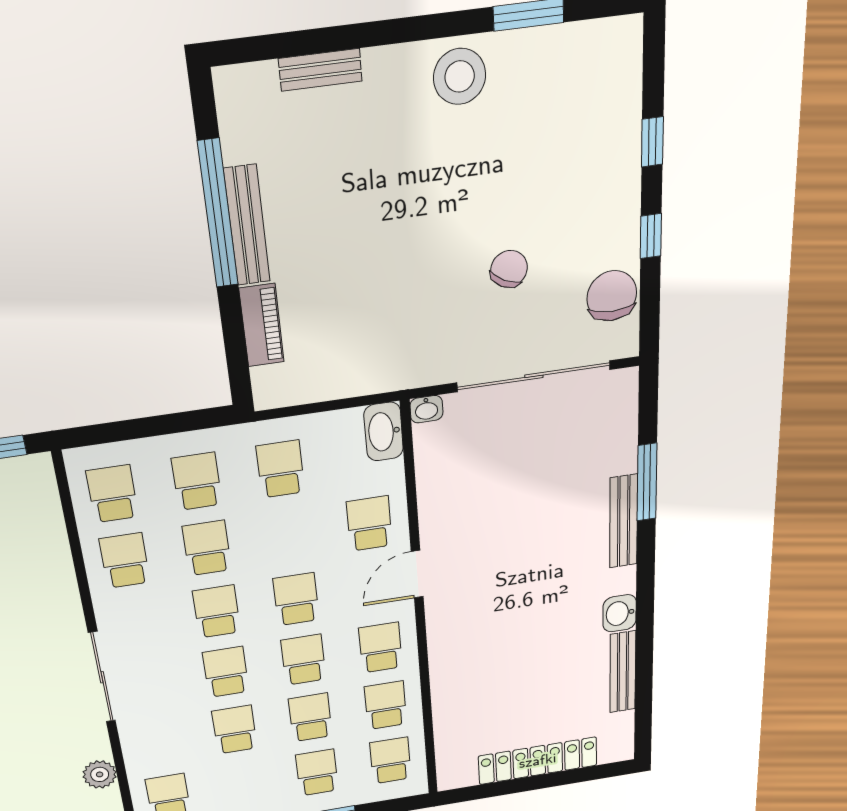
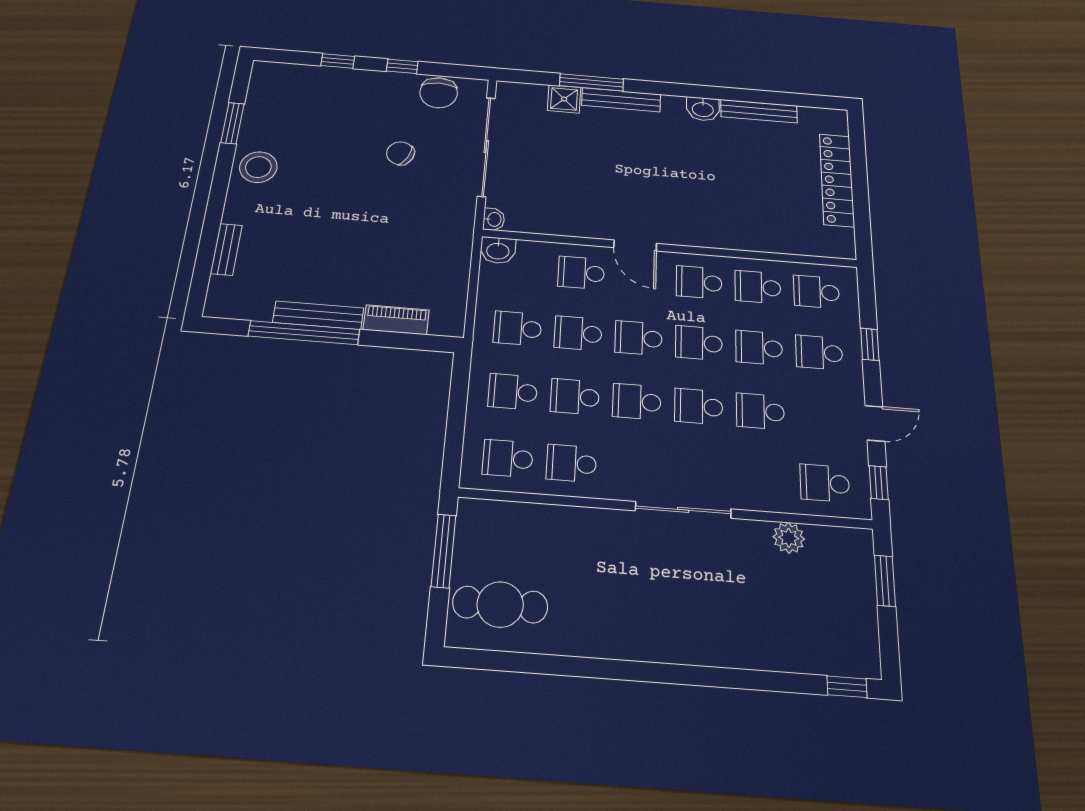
chair: (612, 296) -> (439, 93), turned -90
washbasin: (384, 432) -> (498, 250), width x0.72
shower: (618, 455) -> (564, 99), added
school desk: (289, 536) -> (578, 333), added

